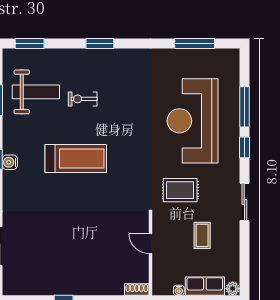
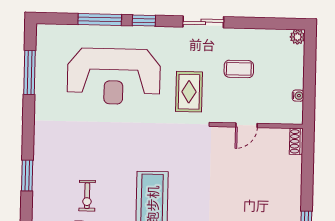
row of seats: (205, 286) -> (294, 67), removed

